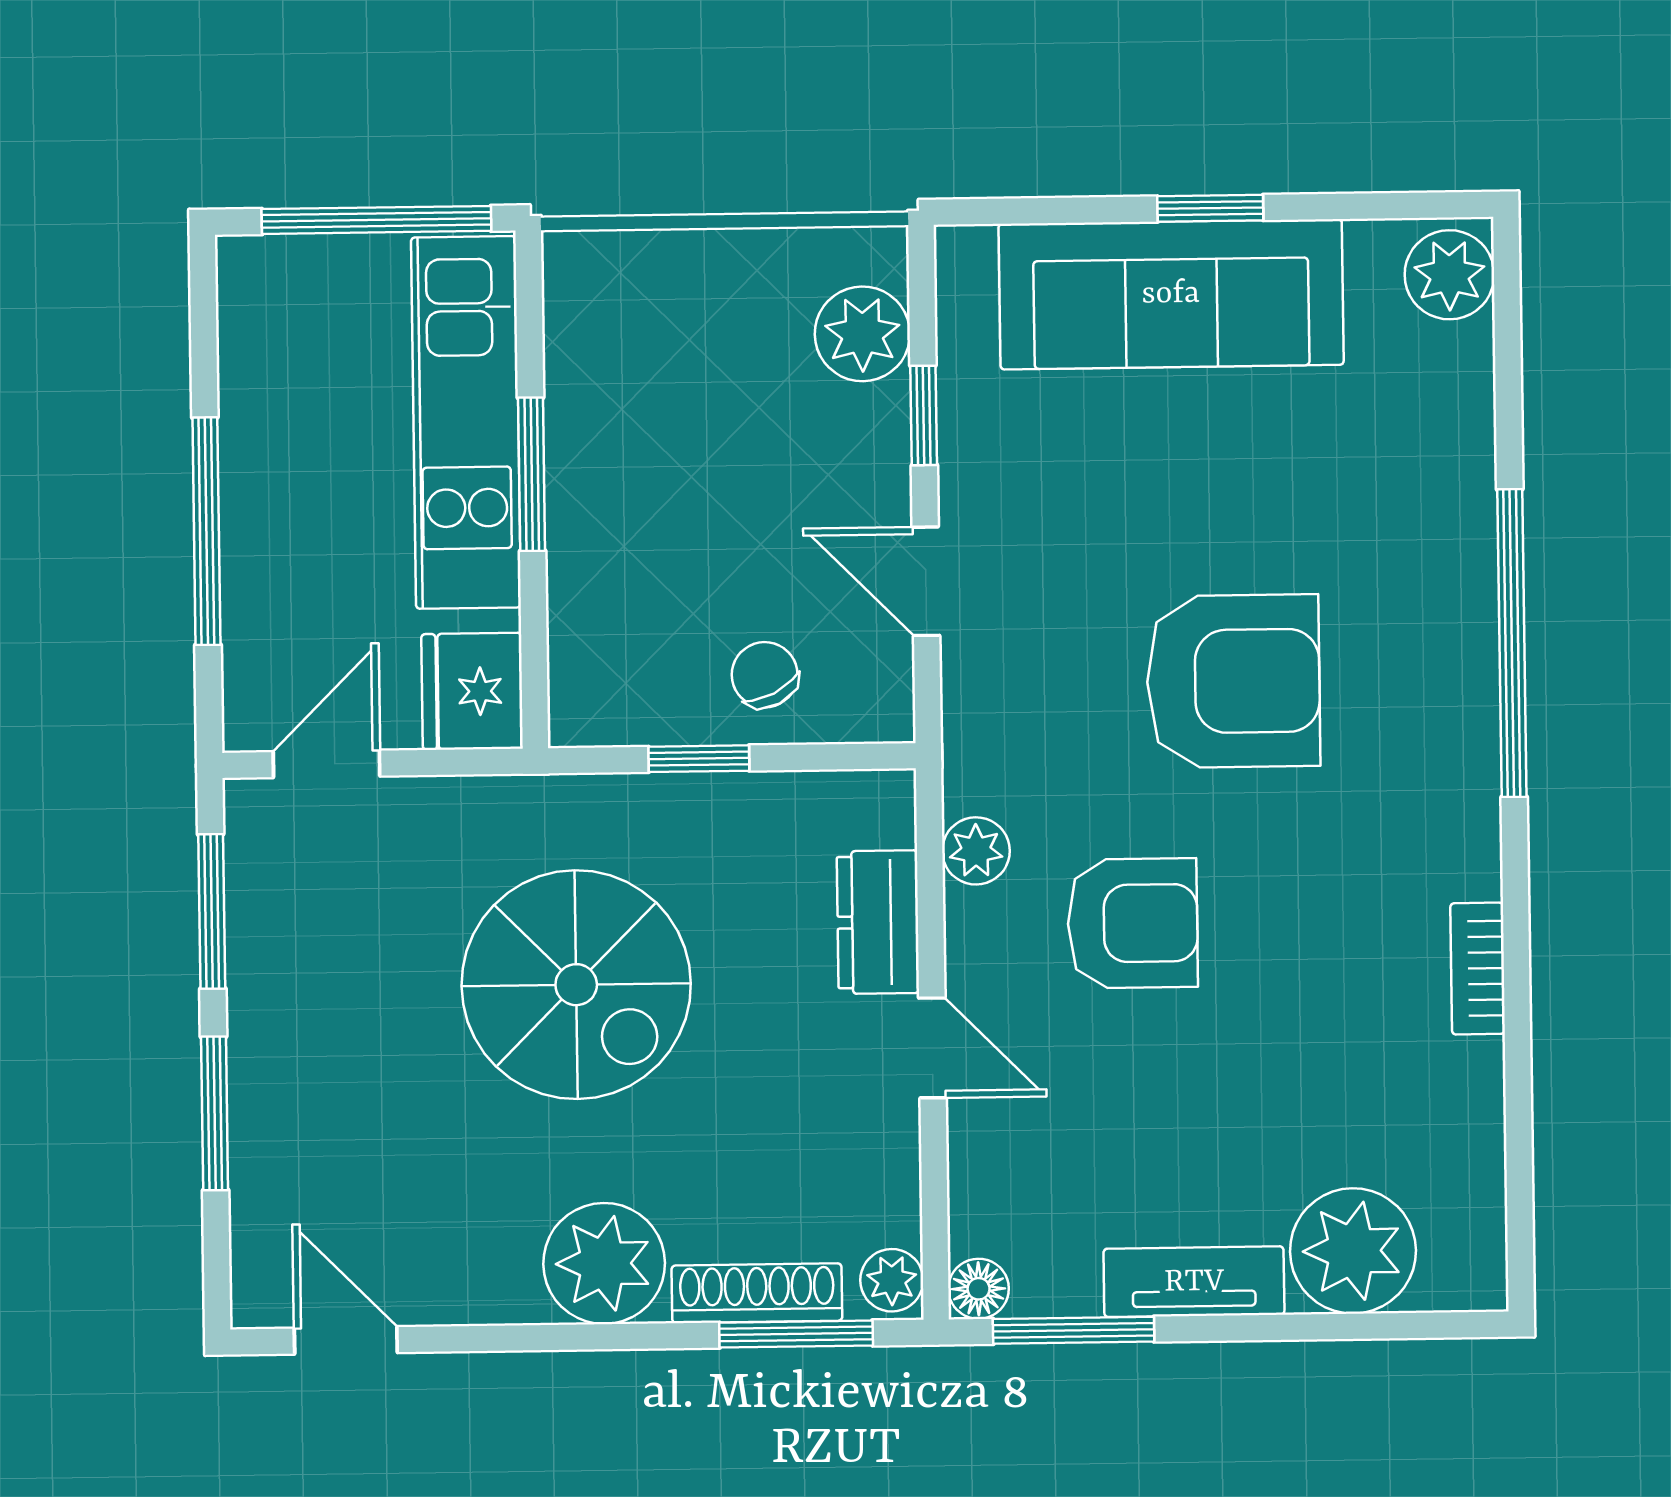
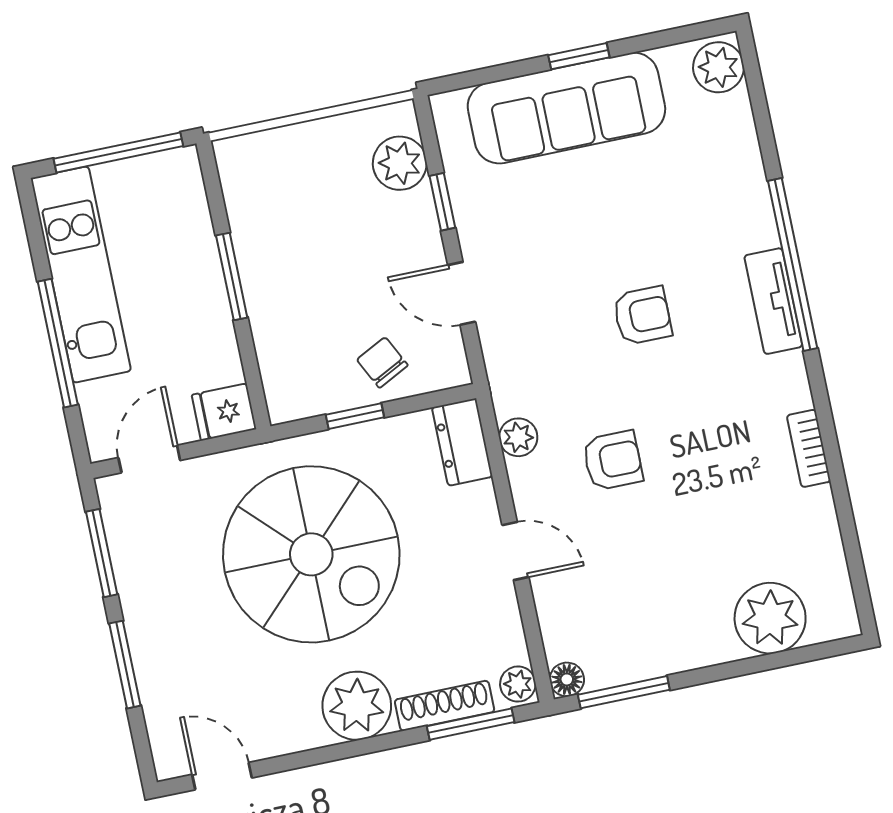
kitchen unit: (466, 422) -> (81, 275), moved, turned 180
armchair: (1233, 681) -> (642, 316), width x0.53, depth x0.53
fridge: (472, 691) -> (224, 412), width x0.72
dresser: (878, 922) -> (462, 442), moved
armchair: (1133, 923) -> (613, 460), width x0.72, depth x0.72
spiral stairs: (576, 985) -> (311, 554), width x1.37, depth x1.37
tv unit: (1194, 1282) -> (773, 301), moved, turned -90

